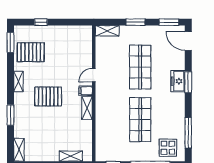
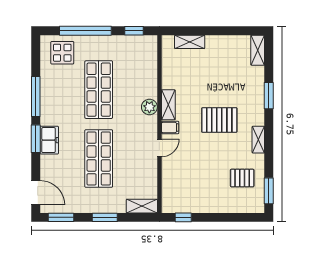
window: (41, 22) -> (183, 217), moved
pallet: (31, 52) -> (242, 178), width x0.67, depth x0.71
plant: (101, 106) -> (149, 107), added
window: (188, 133) -> (36, 97), moved

